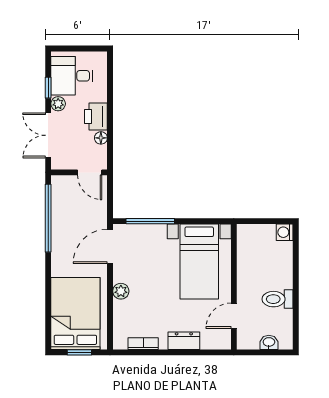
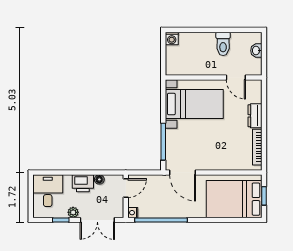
desk: (72, 76) -> (48, 191), moved, turned 180
nightstand: (58, 181) -> (133, 213), added
plant: (121, 291) -> (217, 164), removed
bookcase: (143, 344) -> (257, 147), width x1.56

